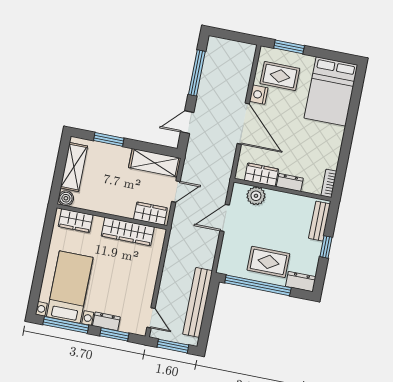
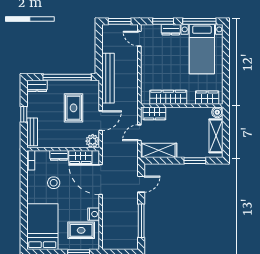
door: (243, 124) -> (101, 179), moved
stool: (304, 147) -> (54, 183), added
plant: (256, 196) -> (93, 141), moved
rug: (268, 262) -> (73, 108), moved, turned 90
bench: (198, 302) -> (108, 78), moved

